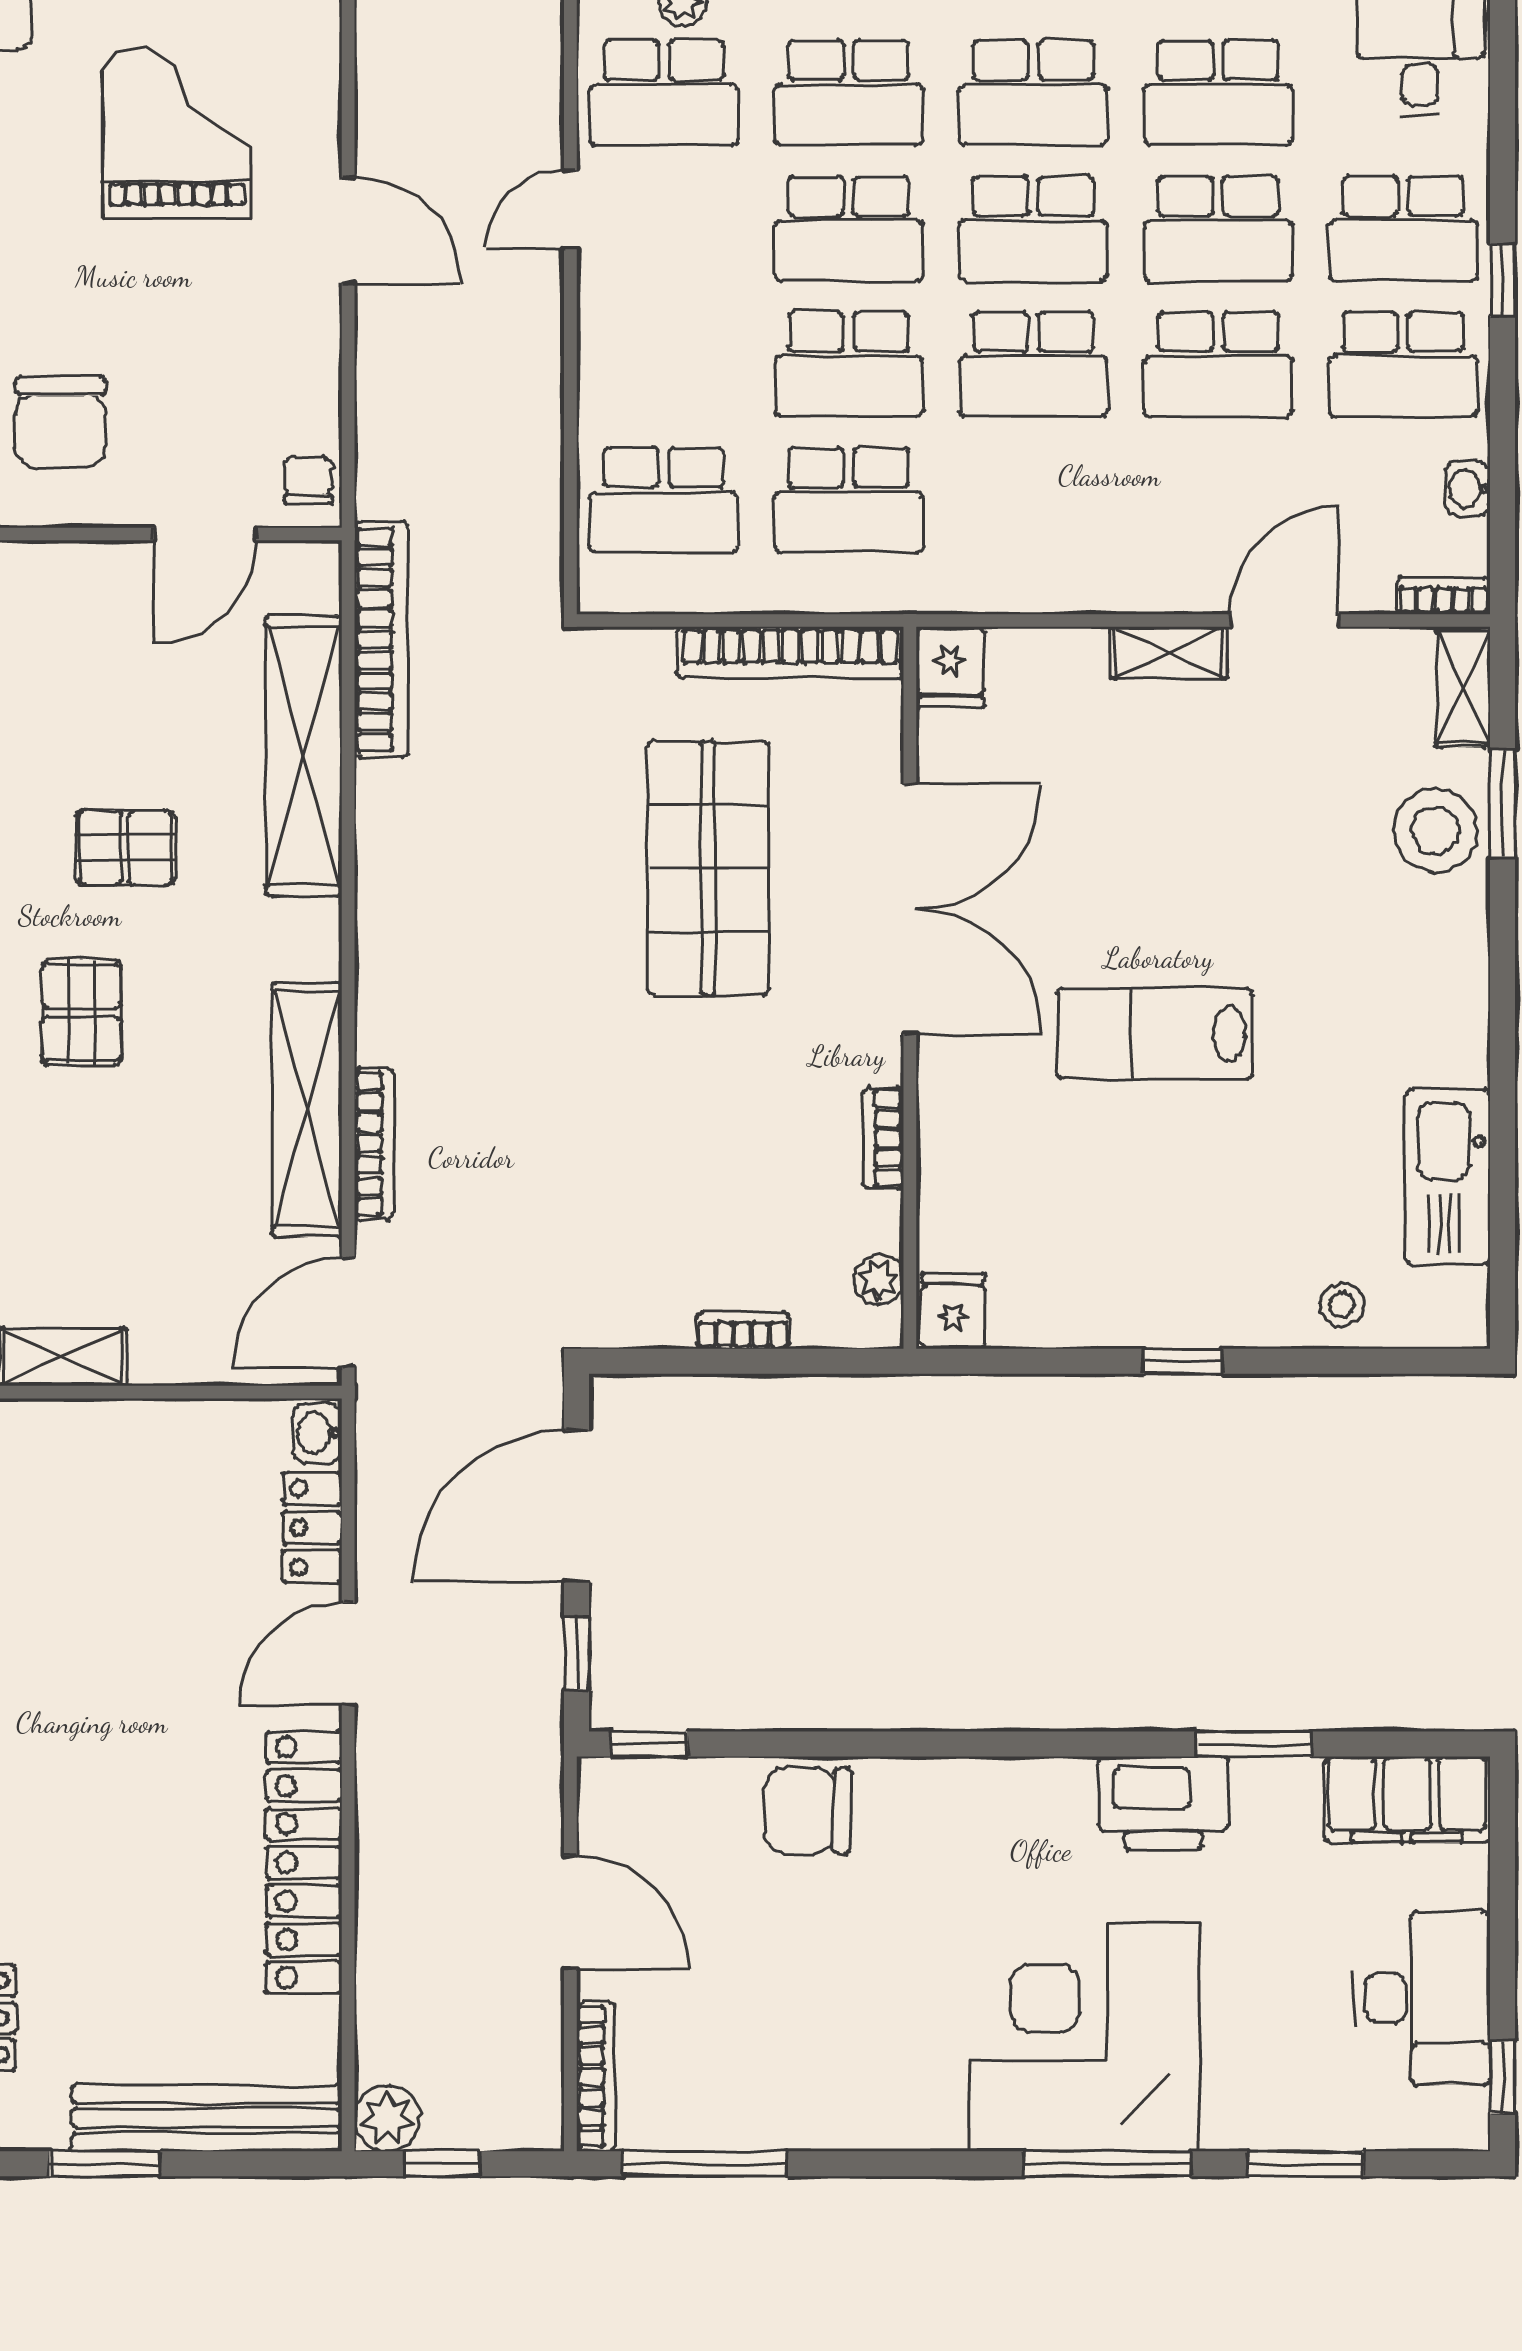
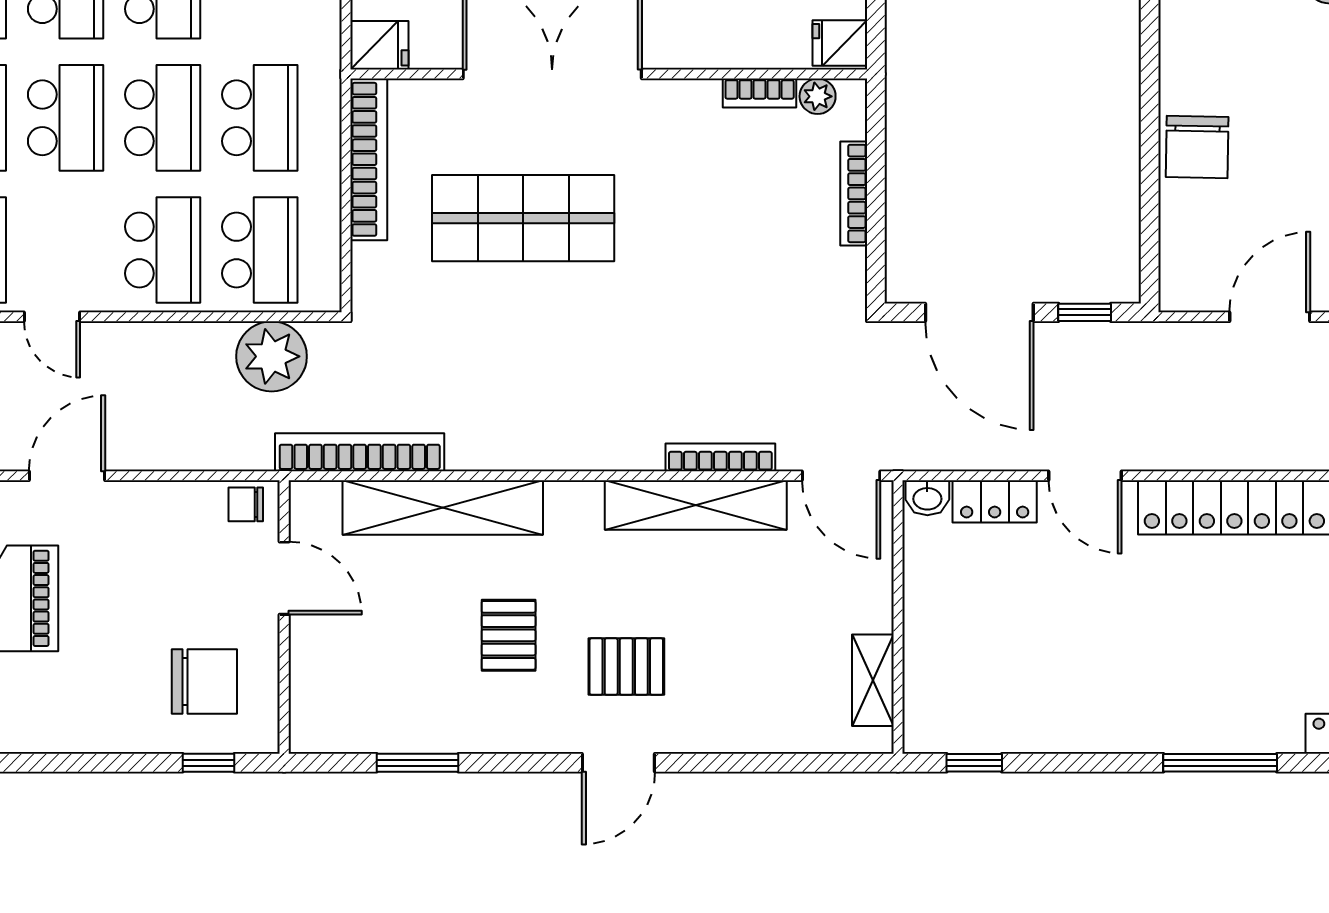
school desk: (664, 364) -> (163, 250), added
plant: (515, 516) -> (272, 356), added
bookcase: (883, 1138) -> (760, 93), moved
bookcase: (743, 1330) -> (854, 193), width x1.56
window: (649, 1744) -> (1150, 260), removed

